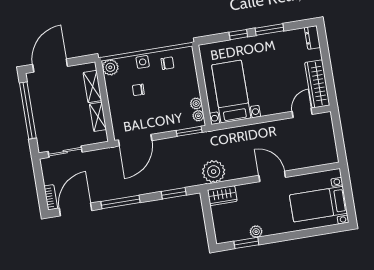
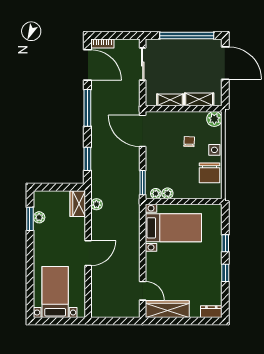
window: (269, 29) -> (225, 273), width x0.67
chair: (167, 63) -> (209, 173), width x1.87, depth x1.87
plant: (214, 172) -> (96, 204), width x0.53, depth x0.53
plant: (256, 232) -> (39, 217), moved

